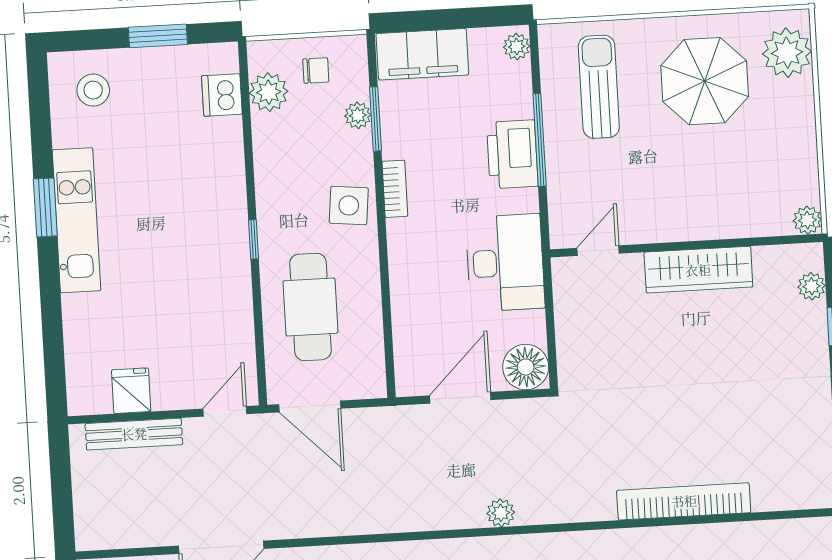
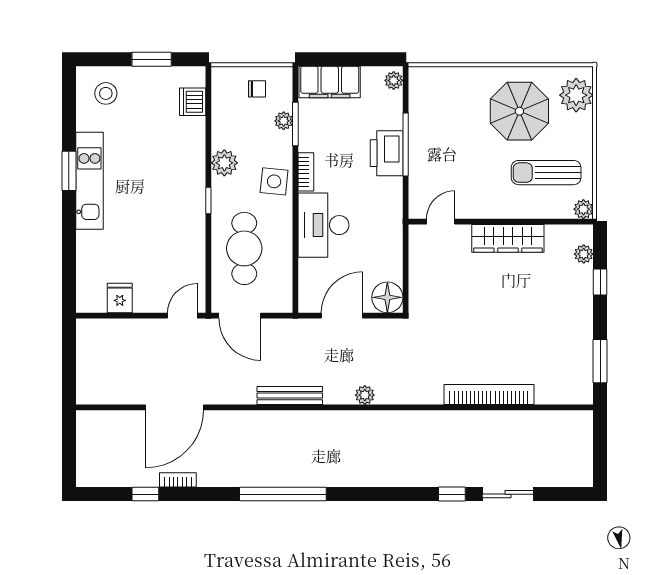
sun lounger: (599, 87) -> (546, 173), moved, turned -90
plant: (269, 92) -> (224, 163), moved
desk: (505, 263) -> (324, 225), moved, turned 180
bench: (134, 434) -> (290, 396), moved

